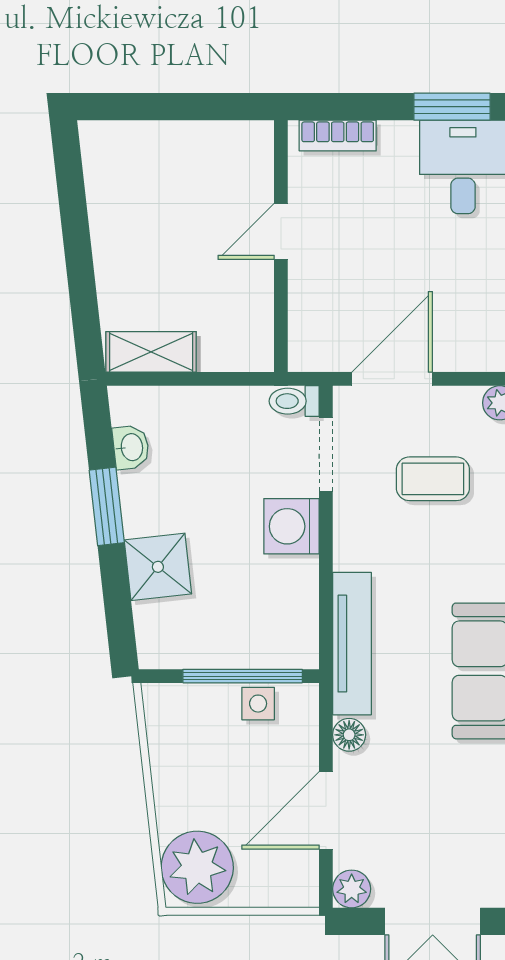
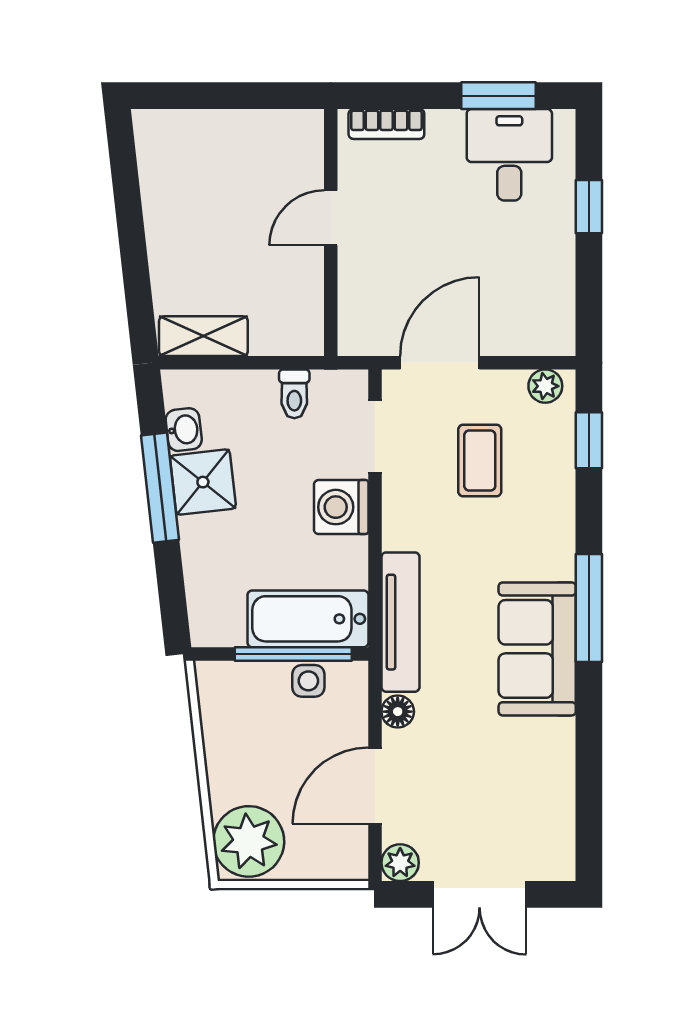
toilet: (294, 401) -> (294, 394), moved, turned -90
coffee table: (433, 479) -> (480, 461), turned 90
window: (107, 506) -> (160, 488), width x1.44
shower: (158, 567) -> (203, 482), moved
bathtub: (258, 640) -> (308, 619), added

